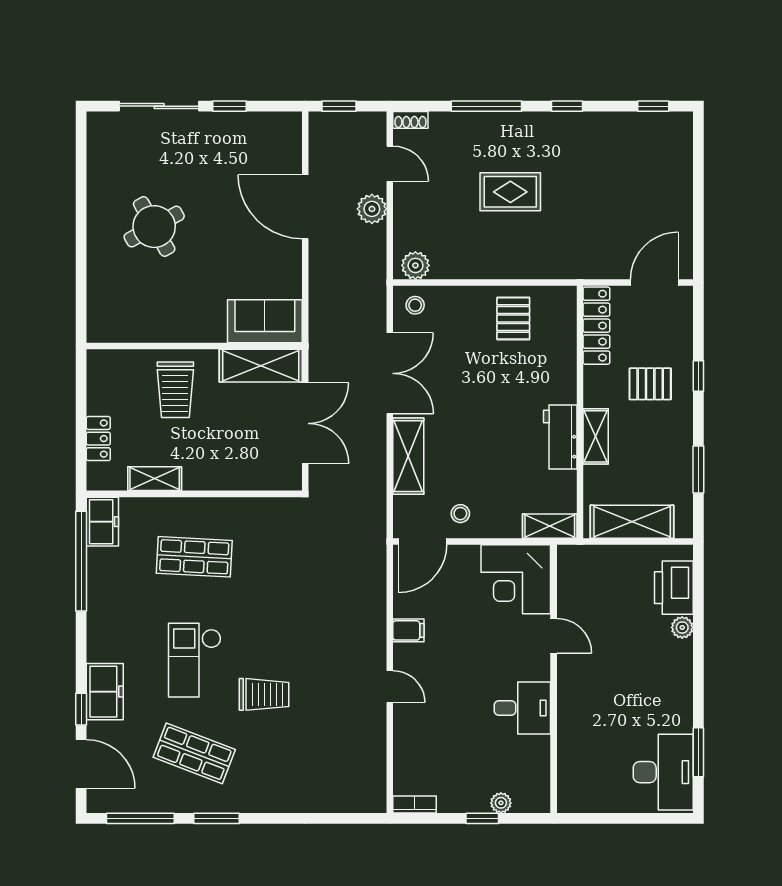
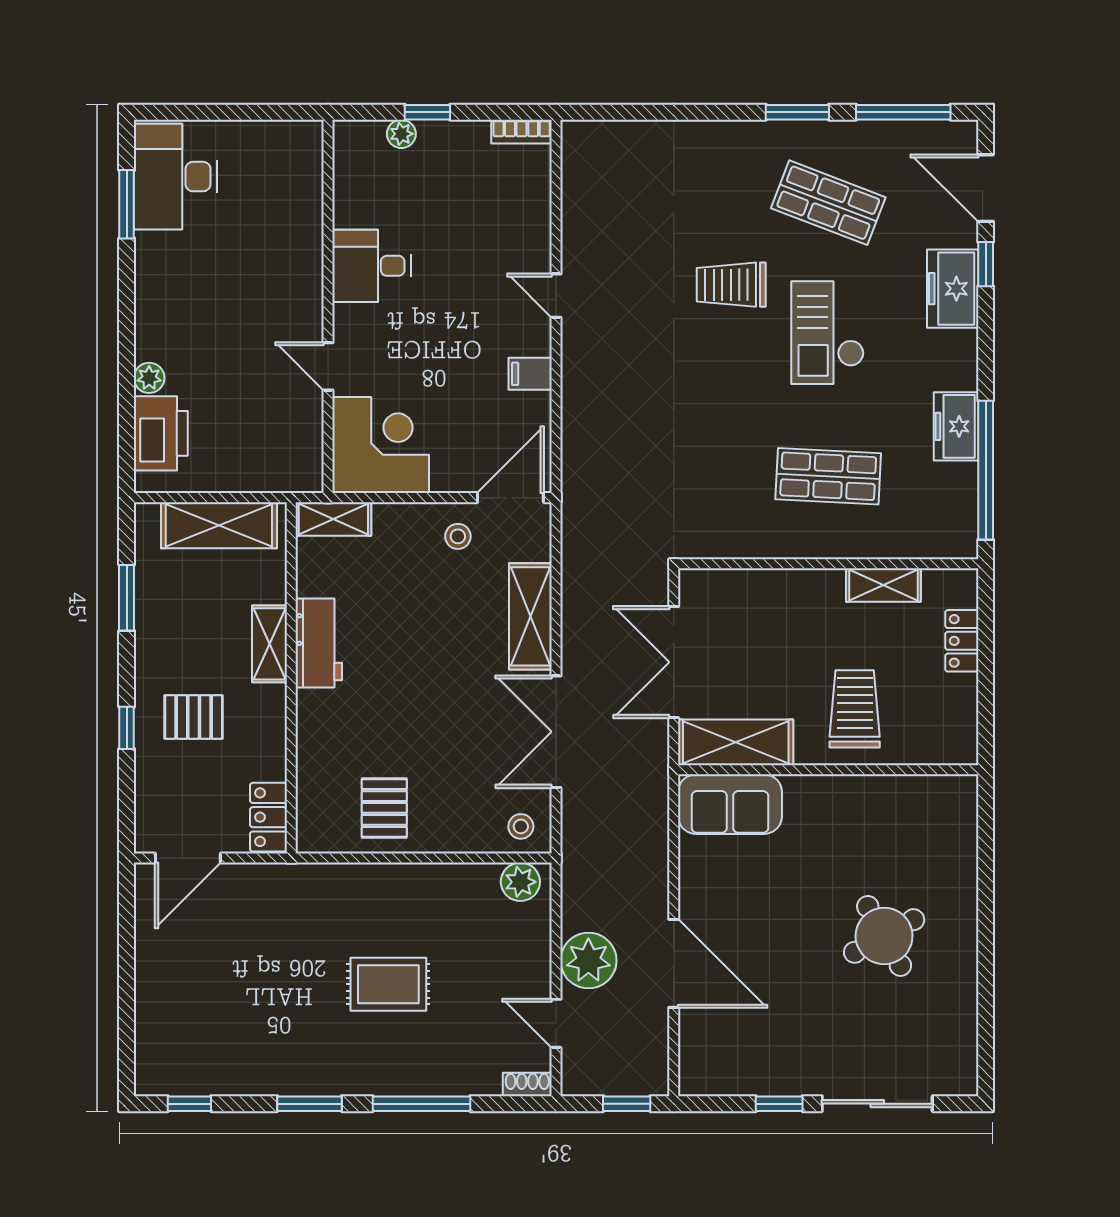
window: (567, 106) -> (310, 1104), width x1.50
plant: (372, 209) -> (588, 961), width x1.36, depth x1.36
locker: (596, 326) -> (268, 817), width x0.66
freezer: (102, 522) -> (956, 426), moved
checkout: (195, 660) -> (828, 333), turned 180

